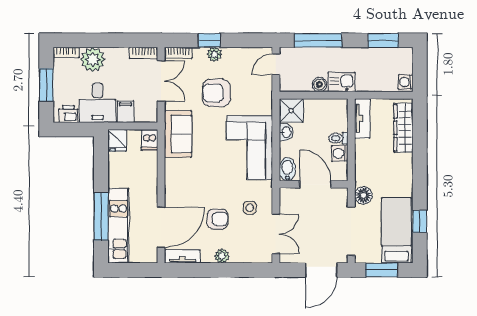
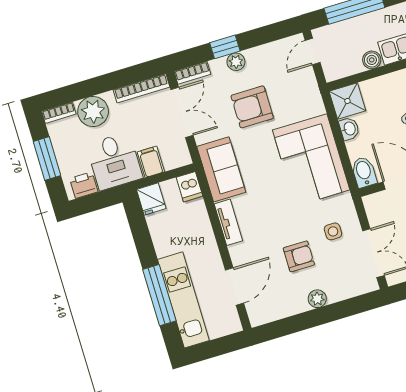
bookcase: (143, 53) -> (142, 88), width x1.56
door: (161, 227) -> (235, 287), width x0.73
tv unit: (182, 256) -> (228, 222), moved, turned 90

